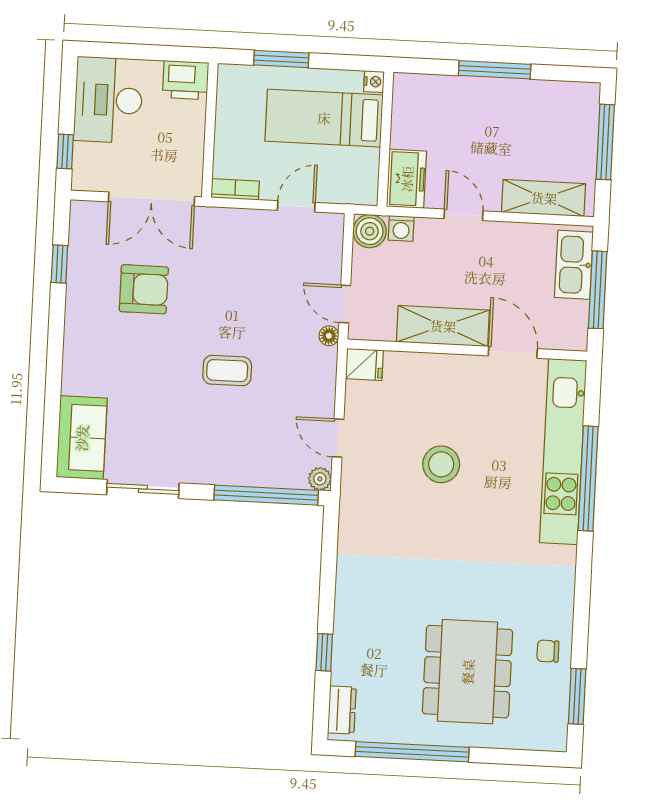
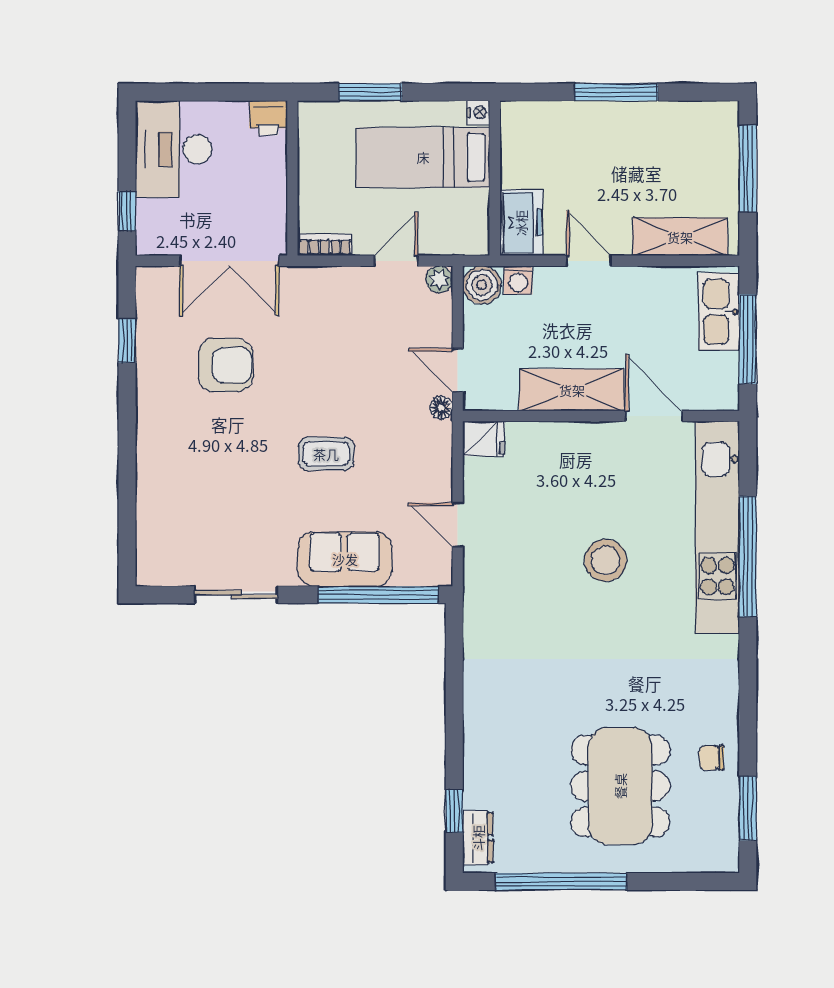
printer: (186, 80) -> (268, 118), width x0.73, depth x0.81
sofa: (82, 438) -> (345, 559), moved, turned -90
stool: (441, 464) -> (606, 560), moved
plant: (320, 479) -> (439, 279), moved
window: (324, 652) -> (454, 811), moved

